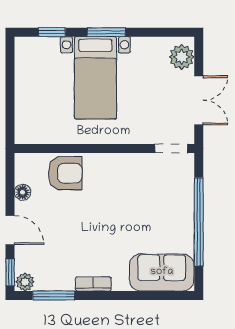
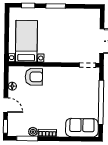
plant: (182, 57) -> (94, 19), removed
bed with nightstands: (95, 78) -> (26, 41), moved, turned 180
plant: (25, 282) -> (33, 132), moved

